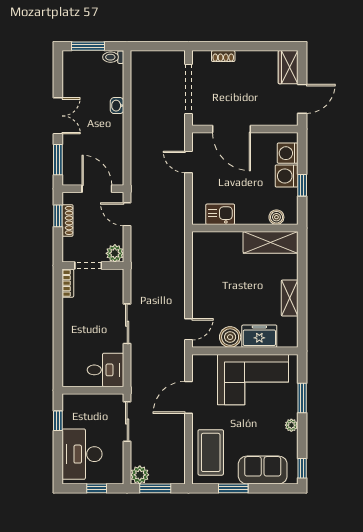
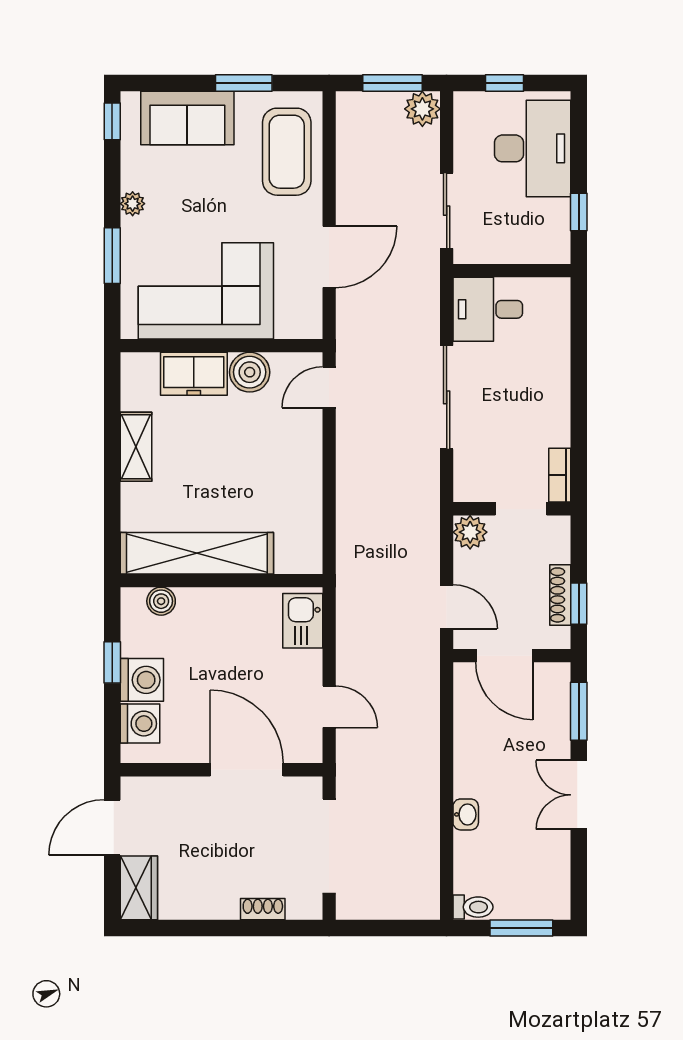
kitchen sink: (220, 214) -> (303, 621), moved, turned 90
shelving: (270, 242) -> (197, 553), width x1.47
sliding door: (127, 324) -> (447, 397), width x1.37

